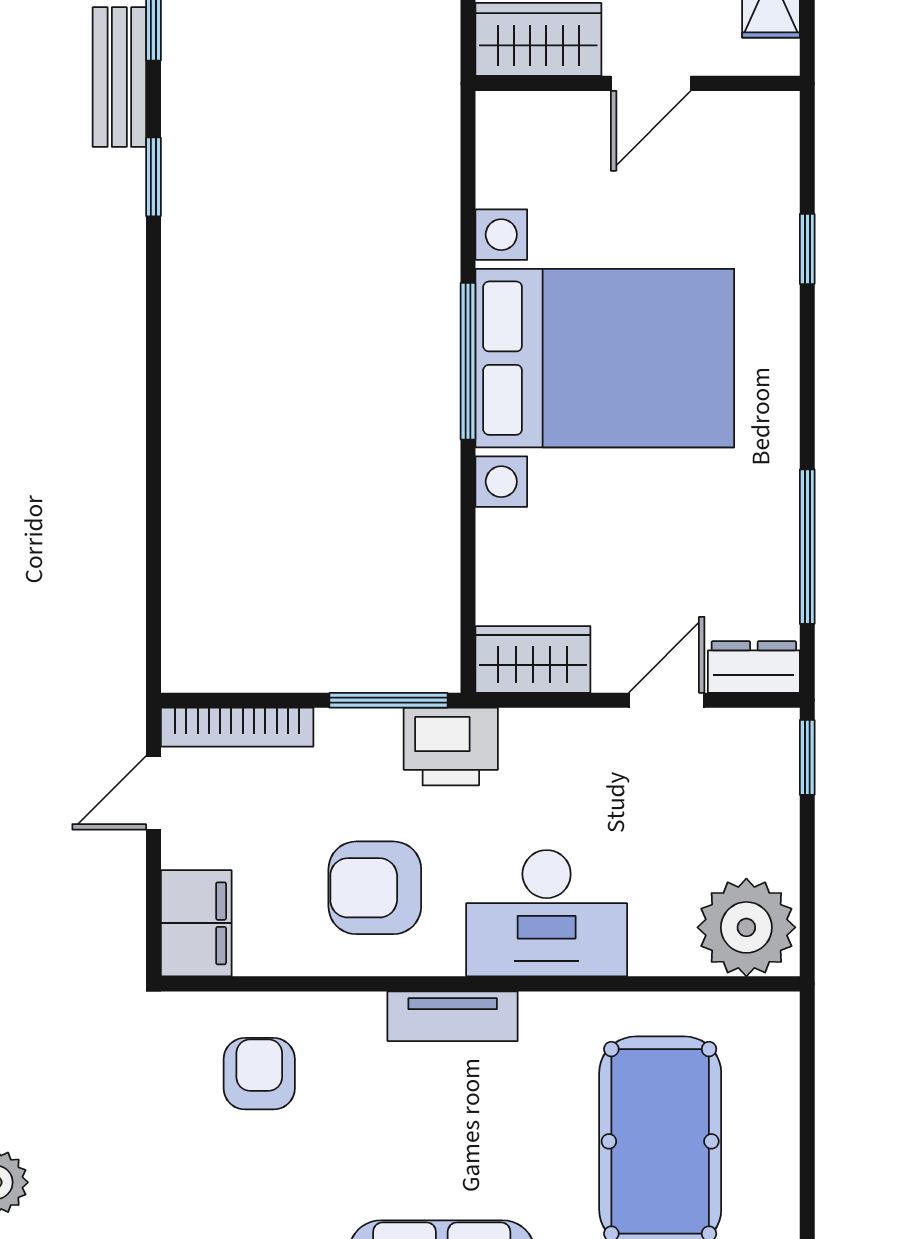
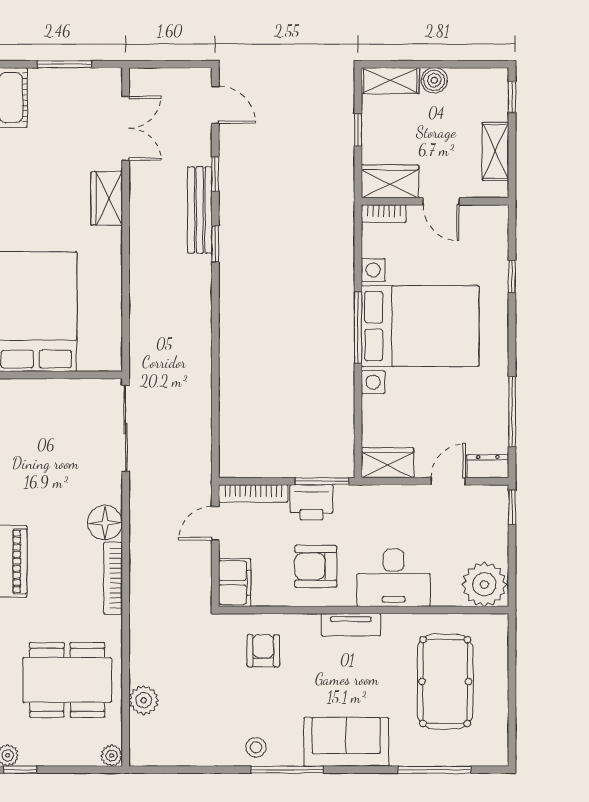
bench: (119, 77) -> (200, 210), width x1.36
door: (651, 83) -> (441, 201), hinge flipped
bookcase: (524, 110) -> (384, 214), added
printer: (451, 746) -> (311, 502), moved

